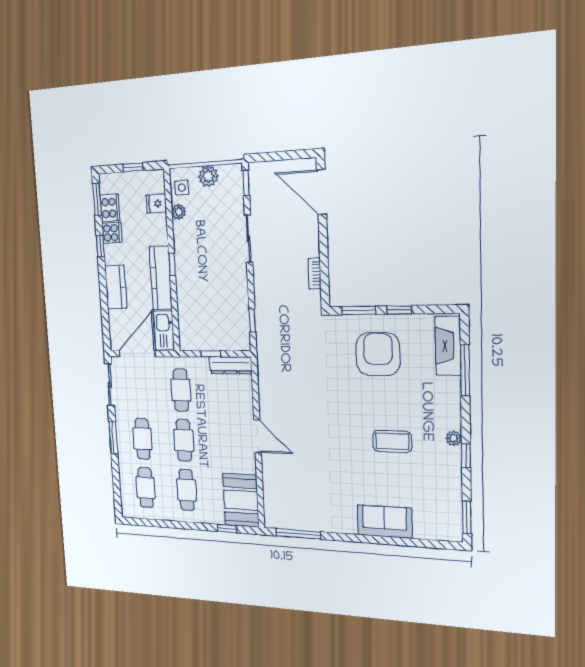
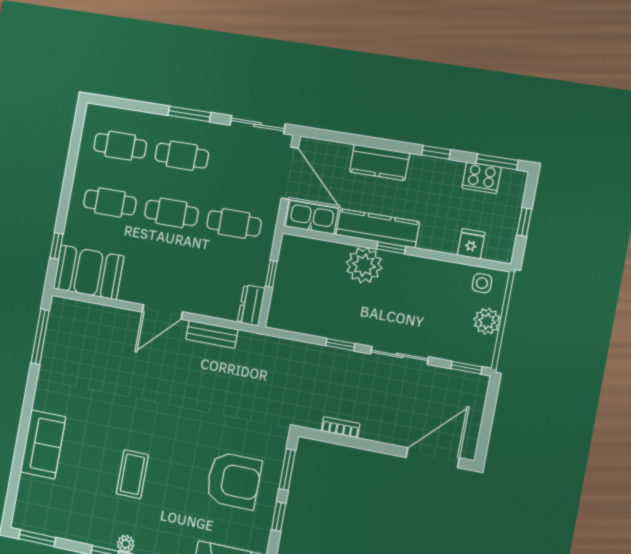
plant: (179, 212) -> (364, 265), moved, width x1.88, depth x1.88
cooker: (112, 233) -> (449, 173), removed
window: (252, 321) -> (340, 345), moved
dresser: (231, 365) -> (251, 305), width x0.70
bench: (266, 393) -> (212, 334), added

